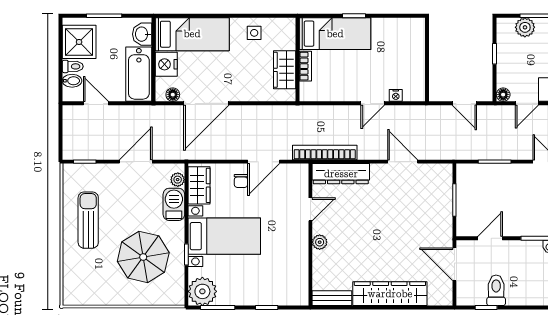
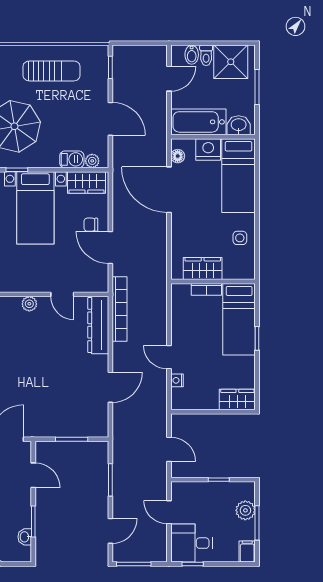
wardrobe: (415, 35) -> (237, 400), added
floor lamp: (503, 95) -> (178, 488), removed
door: (464, 103) -> (169, 449), swing flipped
barbecue: (174, 204) -> (72, 159), width x0.73, depth x0.79

